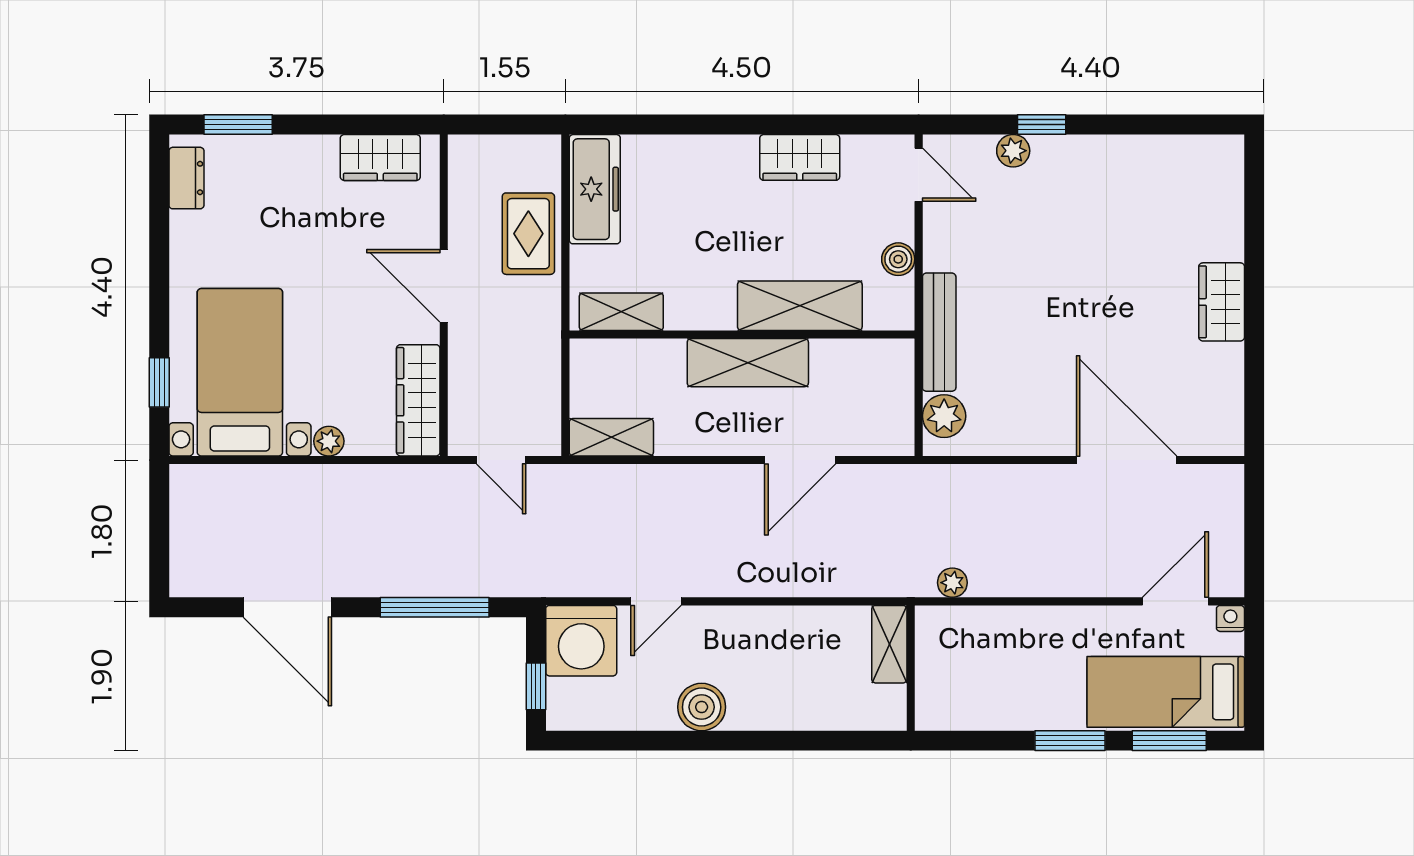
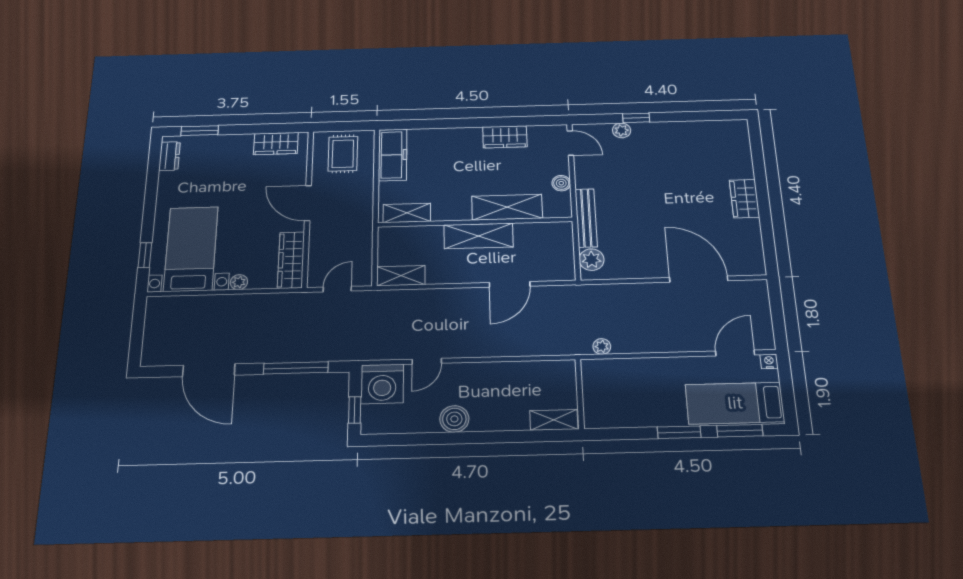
rug: (528, 234) -> (343, 154), moved
door: (501, 460) -> (337, 289), swing flipped
shelving: (889, 644) -> (554, 420), moved, turned 90

